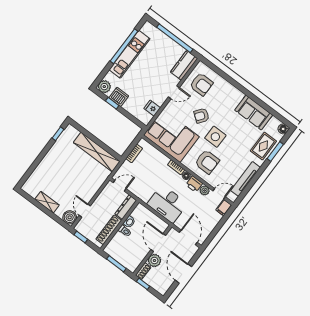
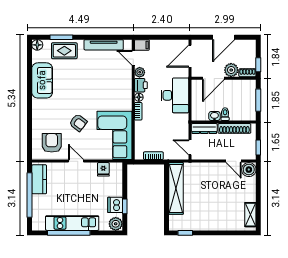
kitchen counter: (184, 65) -> (39, 179), moved, turned -90
side table: (215, 137) -> (87, 98), removed
armchair: (207, 162) -> (114, 88), removed
shelving: (47, 202) -> (250, 215), moved
door: (85, 211) -> (234, 161), hinge flipped

